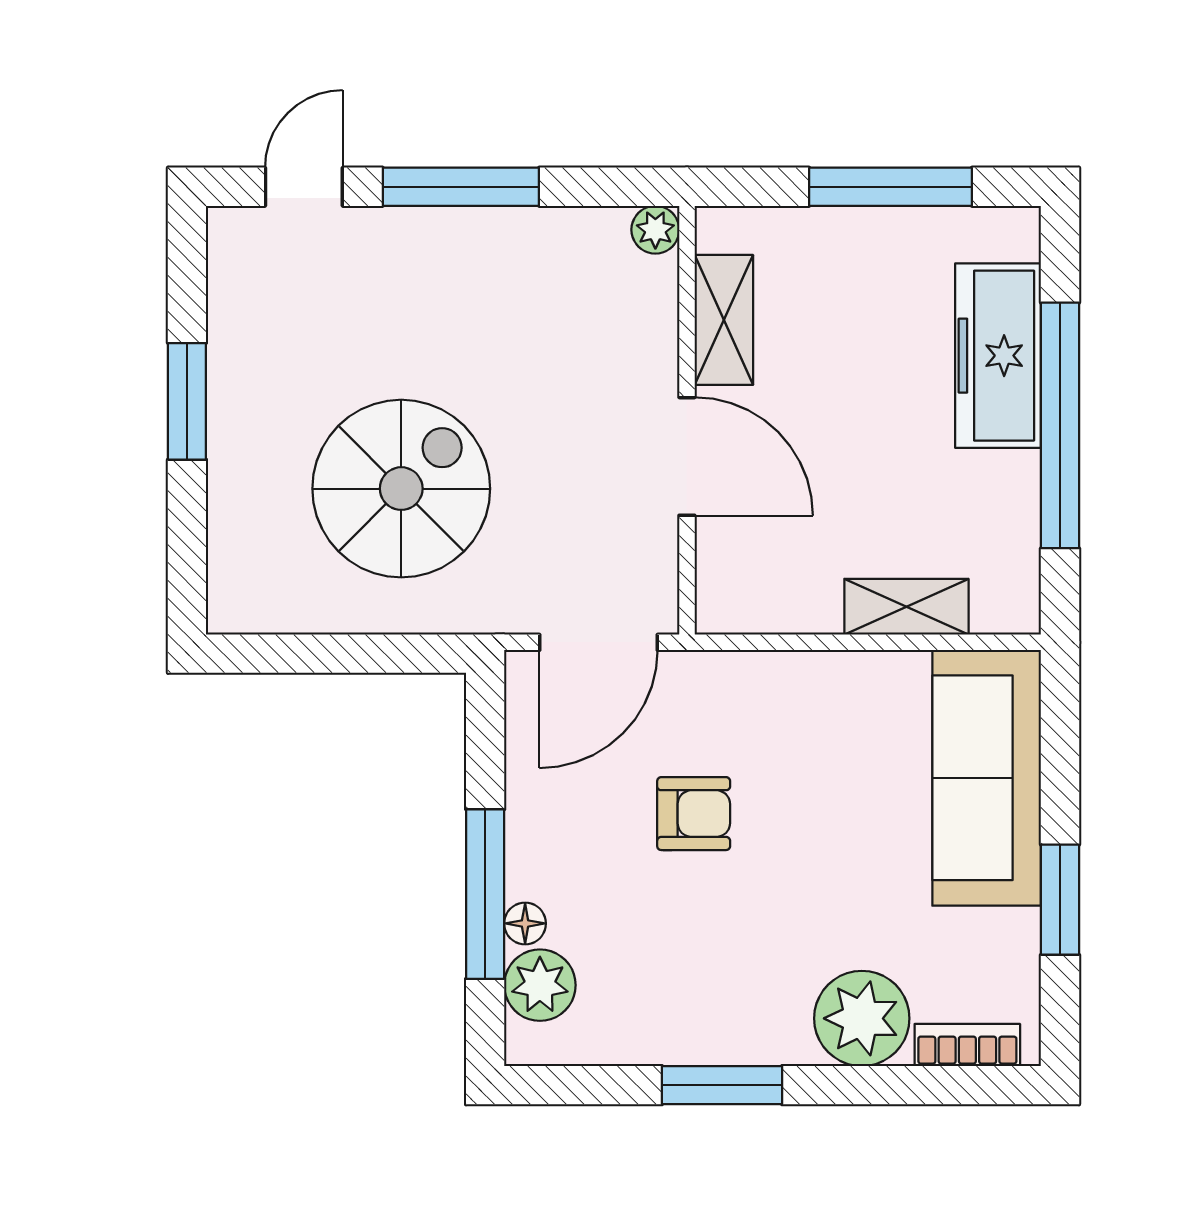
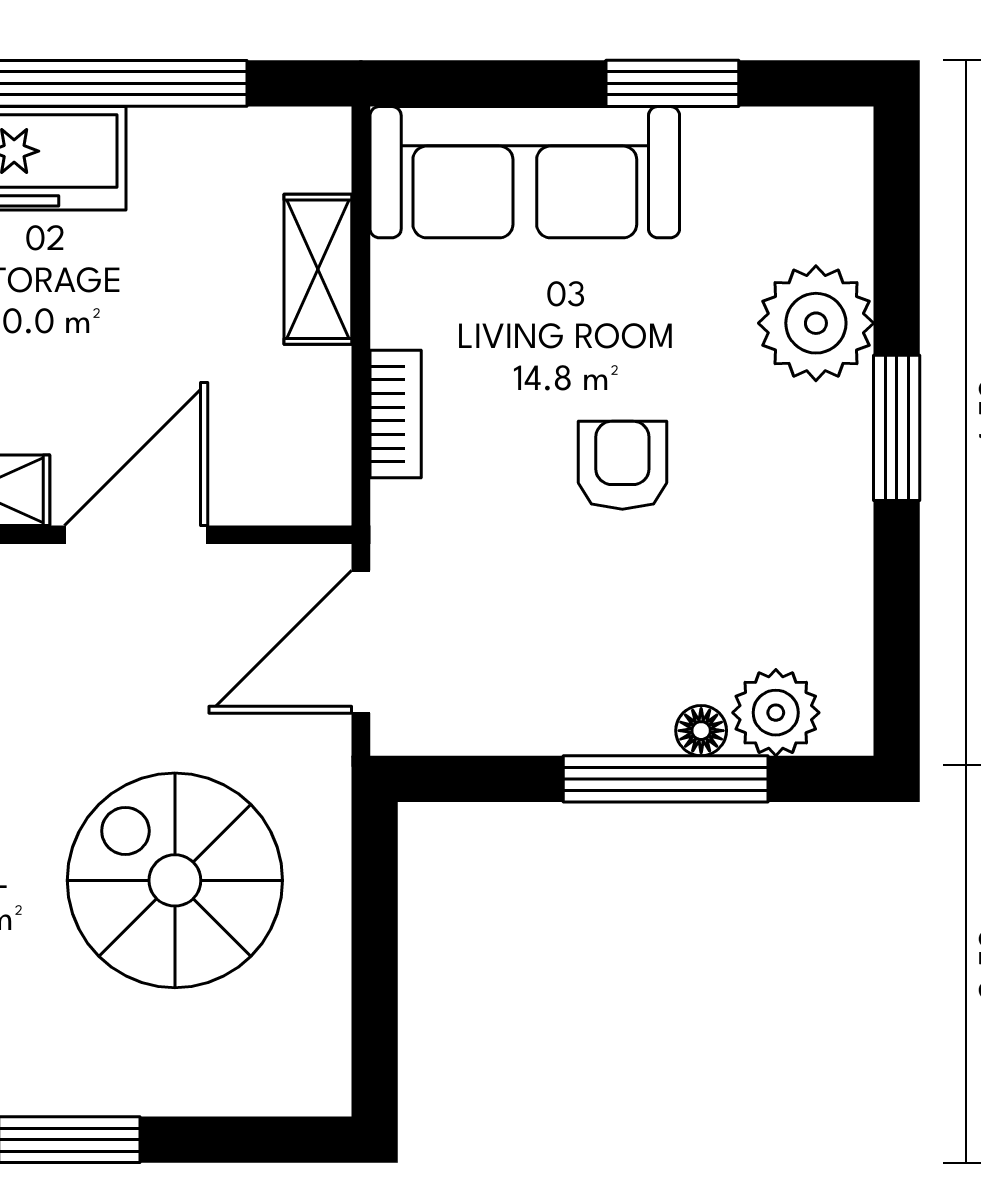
door: (599, 642) -> (361, 642), swing flipped
armchair: (694, 814) -> (622, 465), moved
bookcase: (967, 1045) -> (396, 414), moved, turned 180
window: (722, 1085) -> (897, 428), moved

